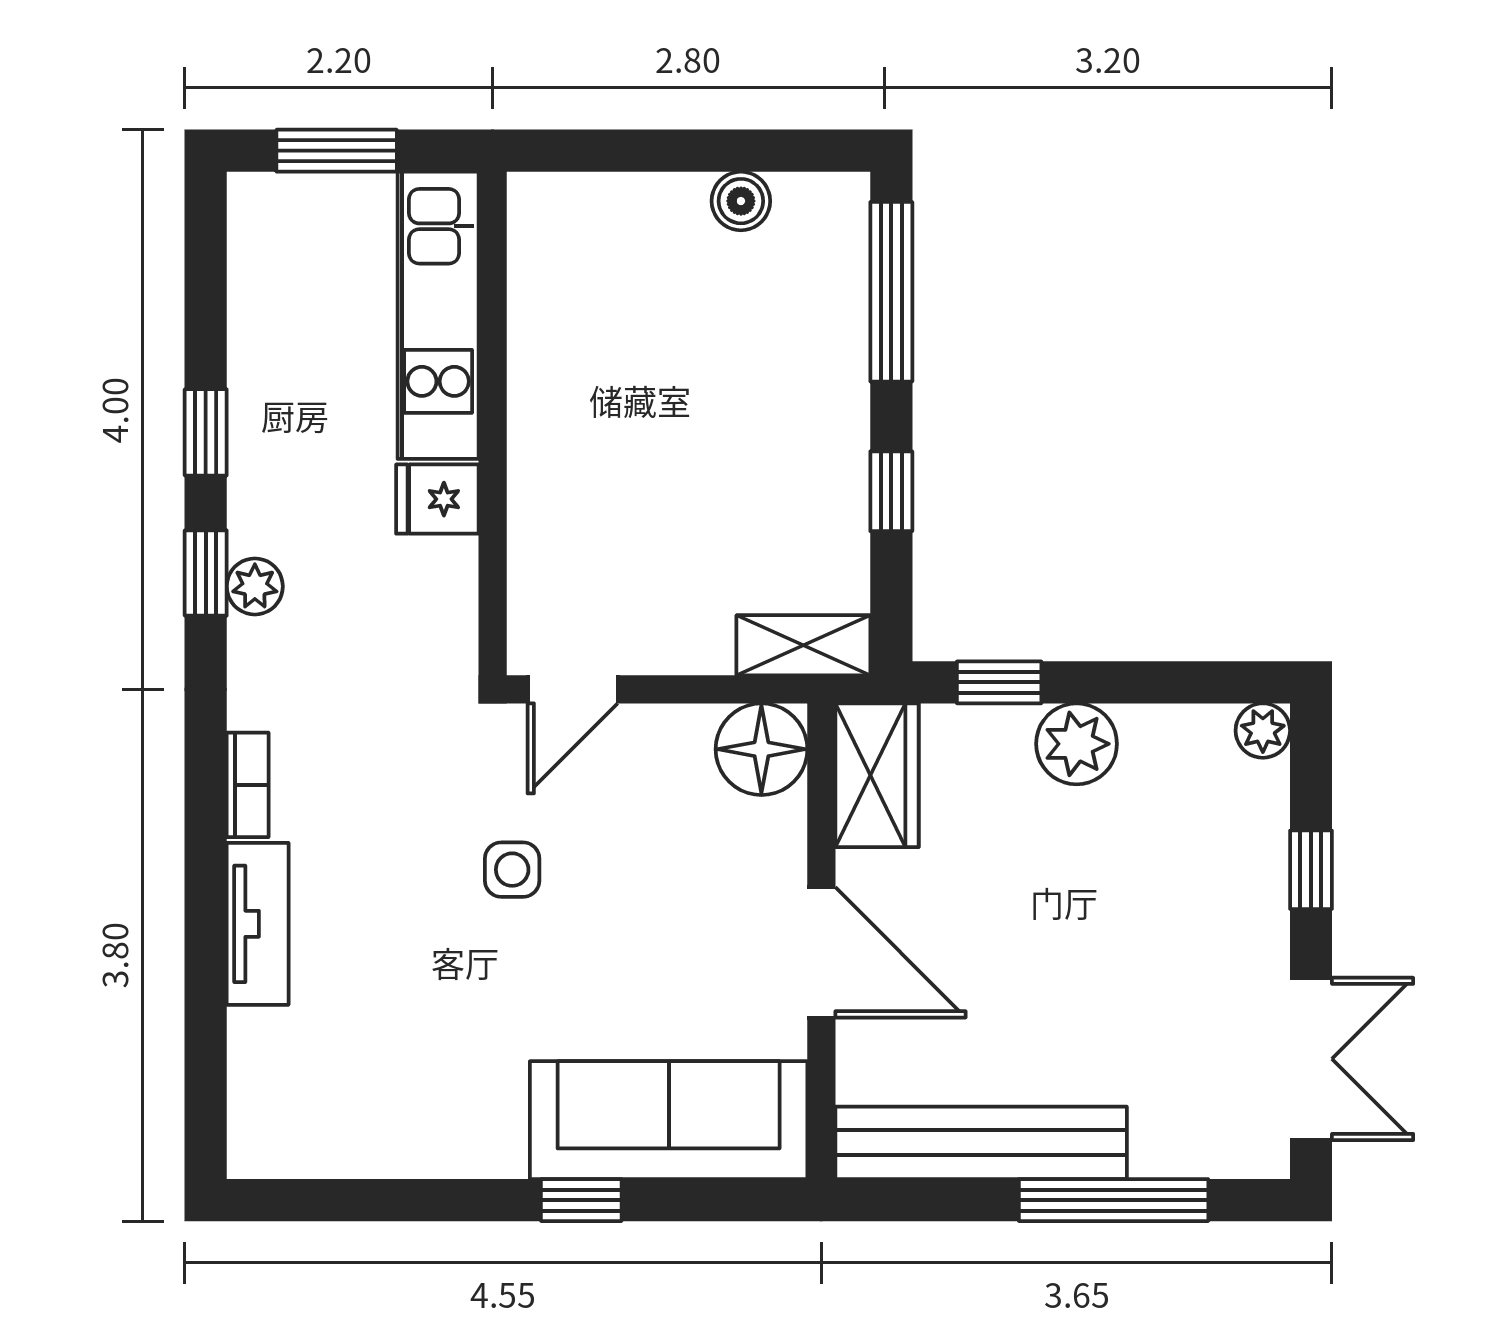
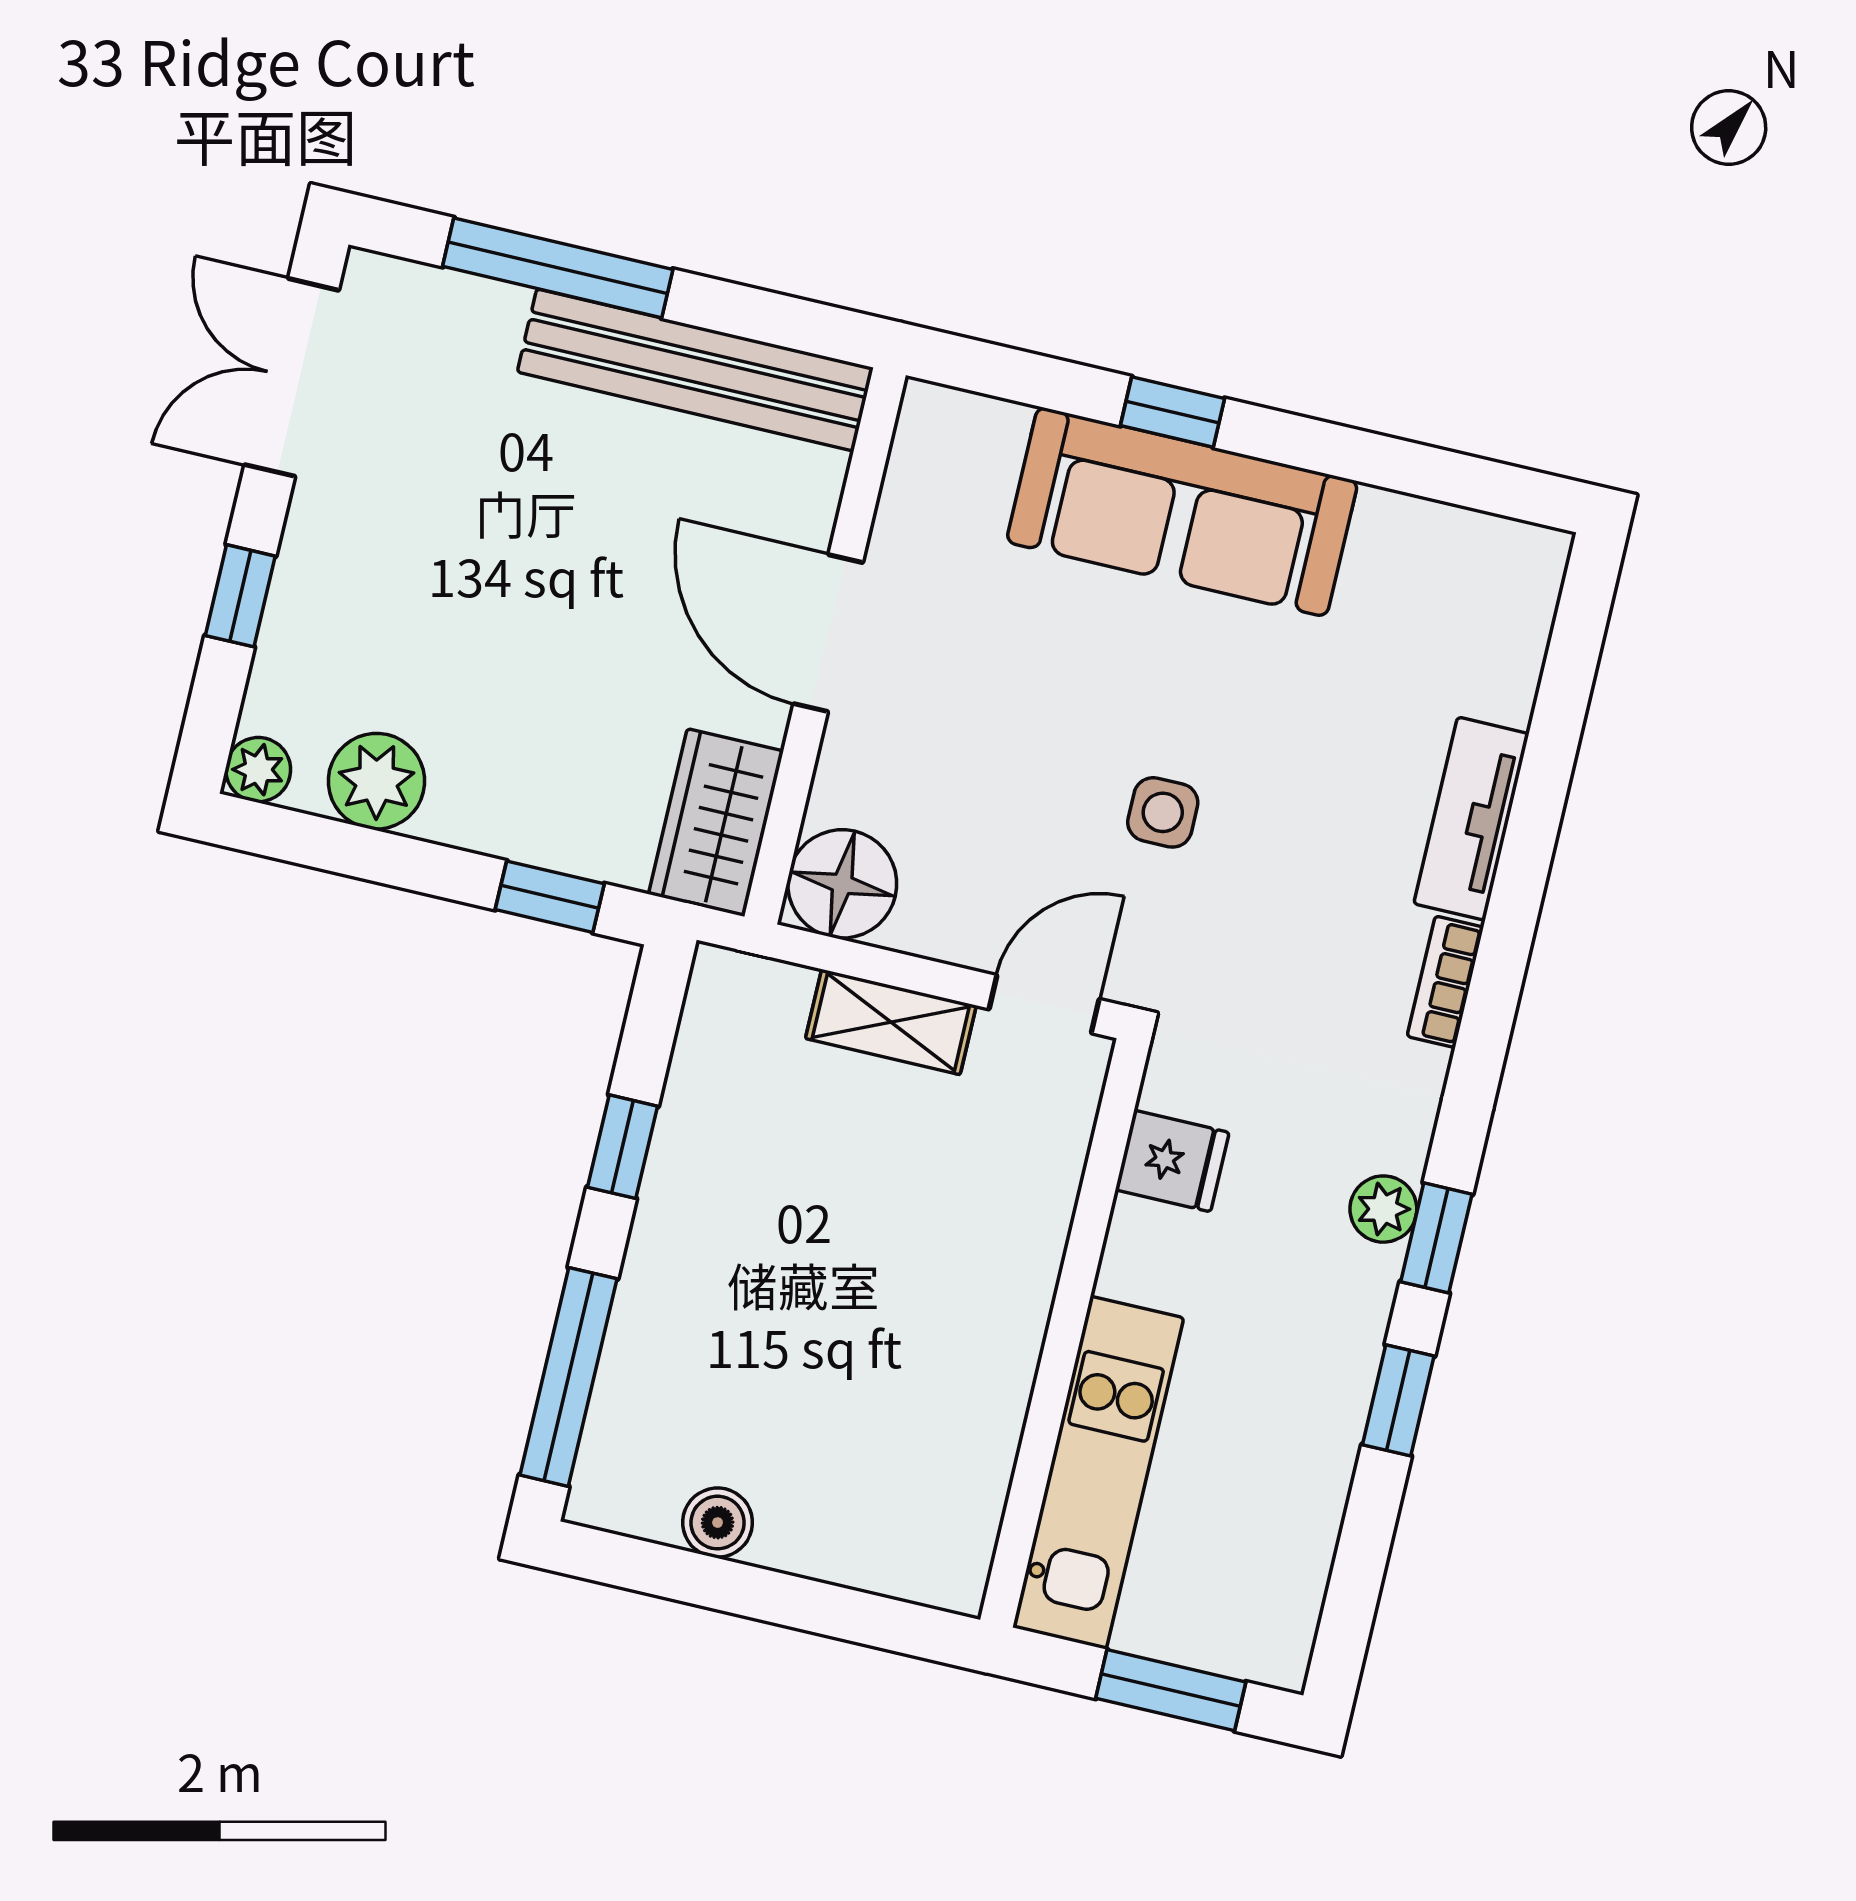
fridge: (437, 499) -> (1172, 1161), moved
shelving: (803, 645) -> (891, 1022), moved
plant: (1077, 744) -> (376, 781), moved
sofa: (669, 1120) -> (1182, 512), moved

